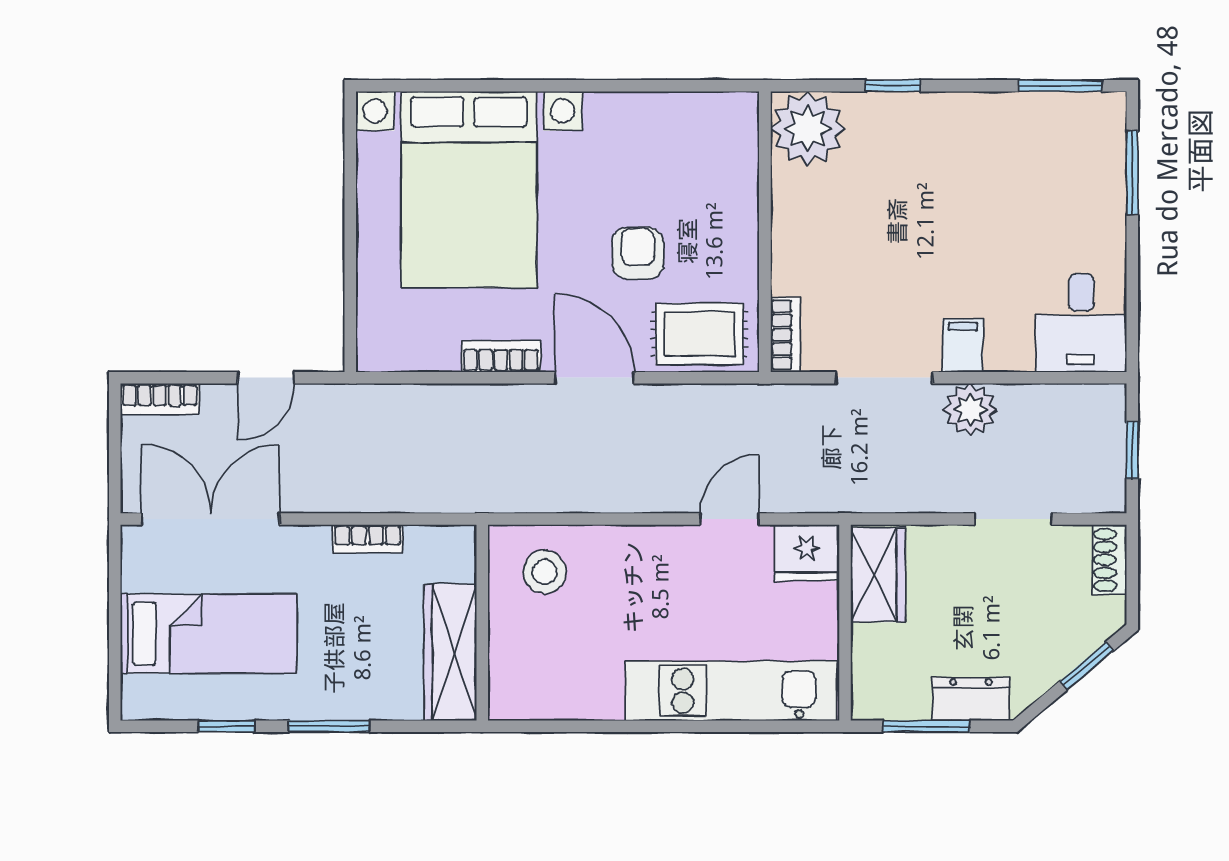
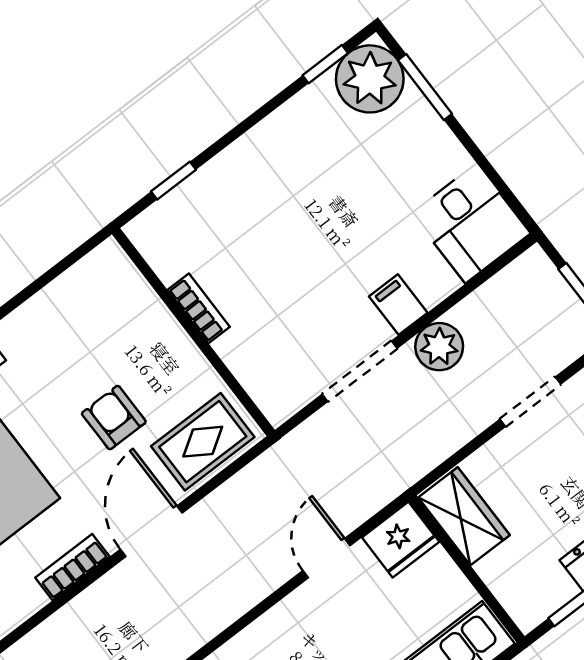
window: (893, 86) -> (173, 181), moved
window: (1060, 86) -> (325, 64), width x0.67
plant: (808, 129) -> (370, 79), moved
bookcase: (785, 335) -> (199, 308), moved
door: (594, 378) -> (151, 531), hinge flipped

